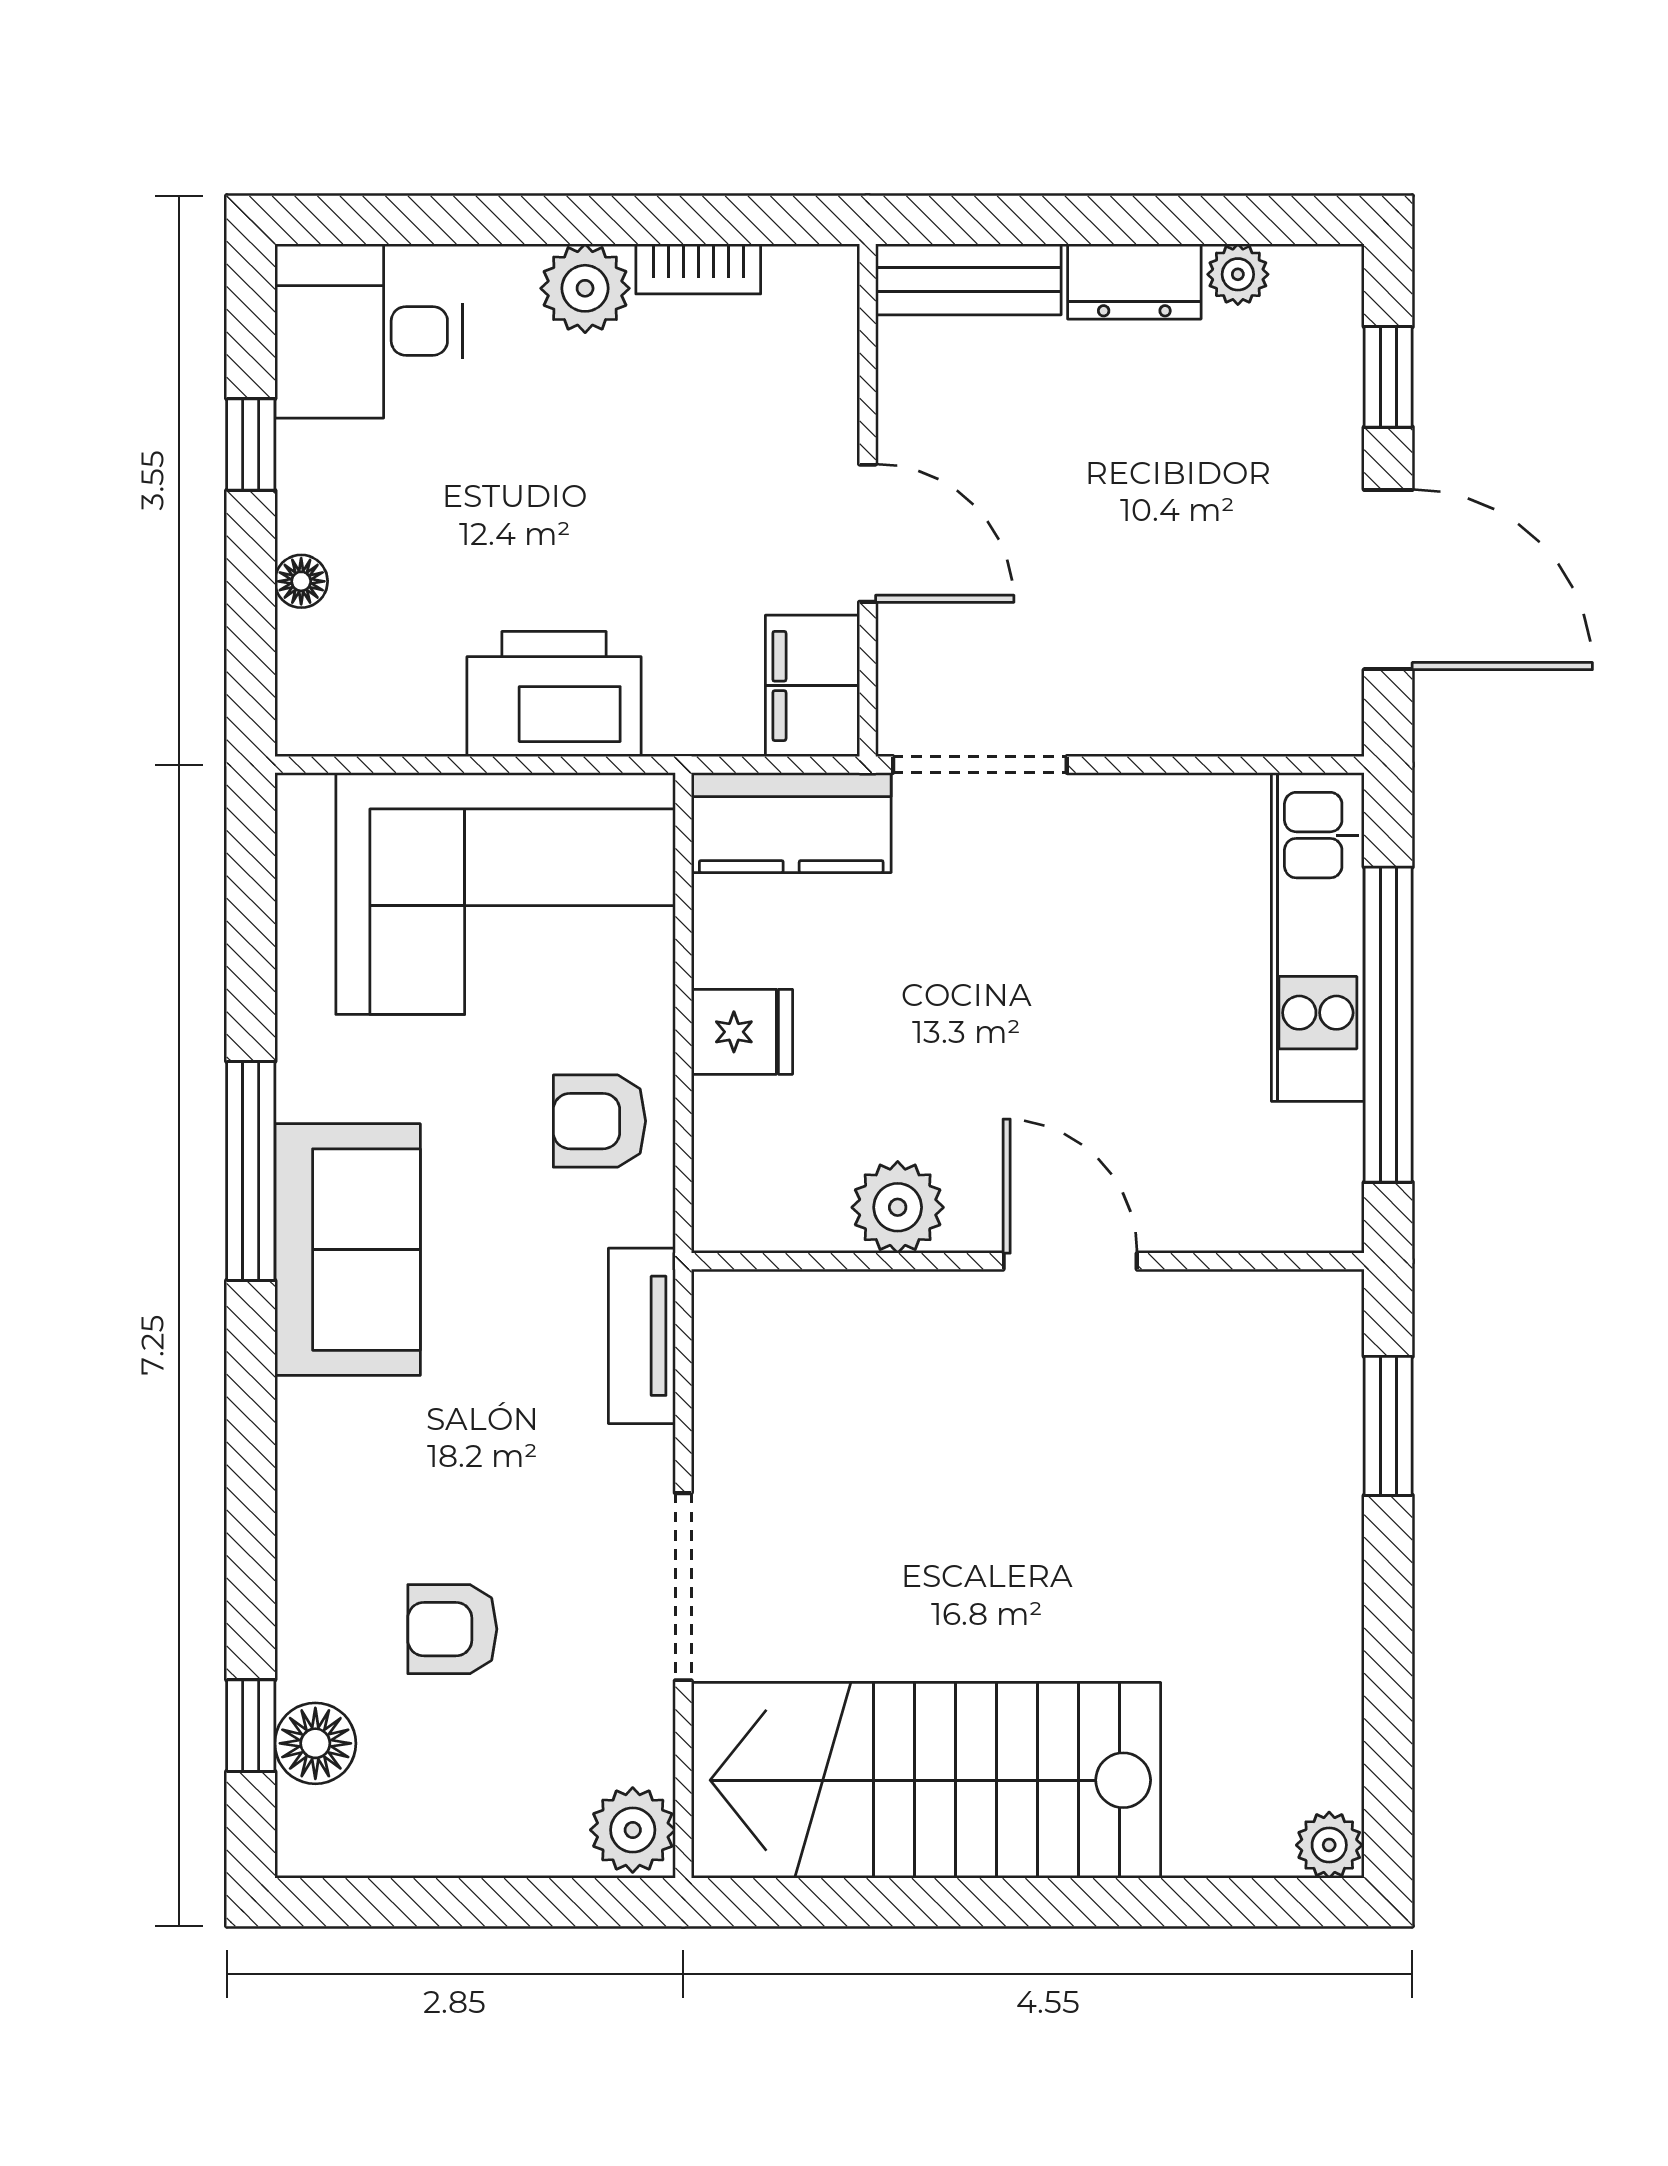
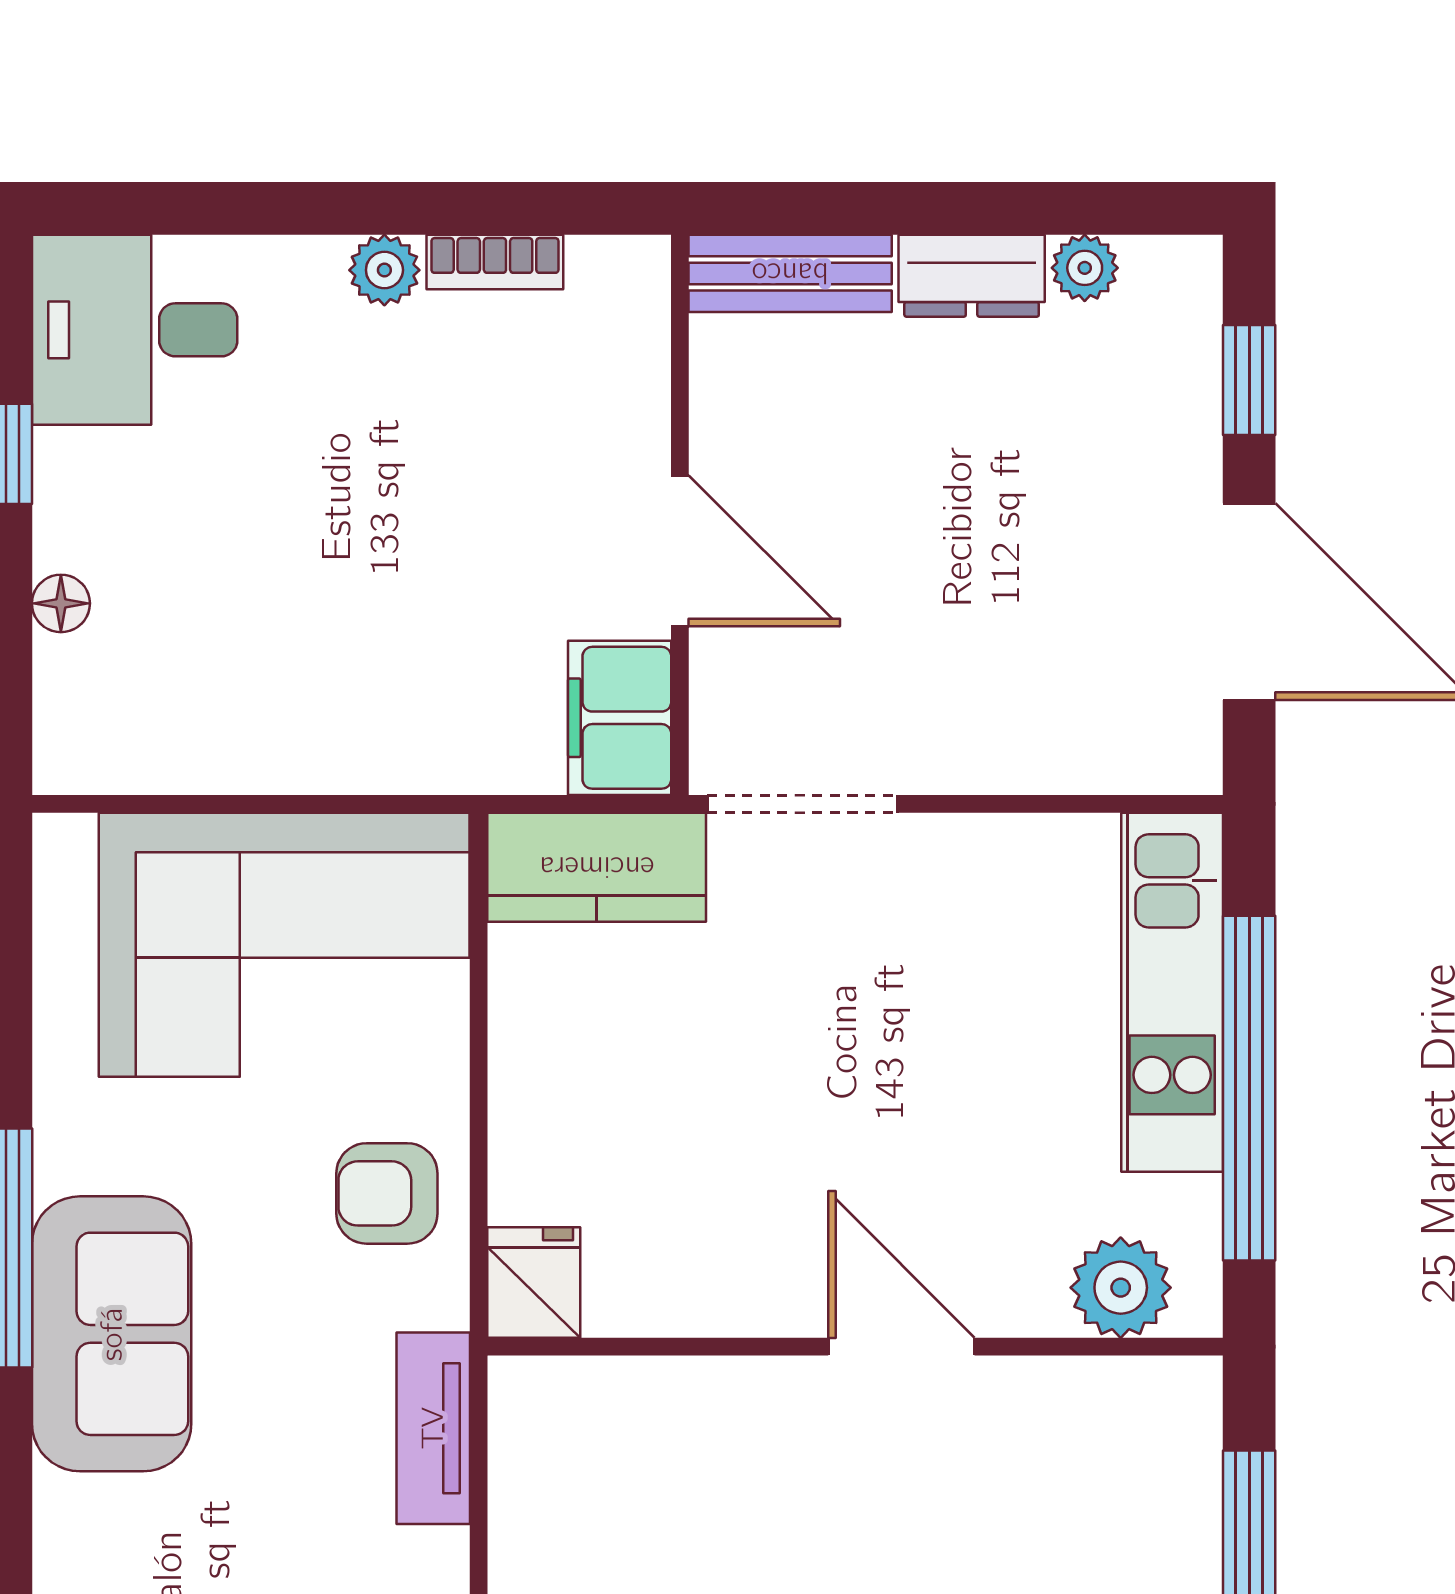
plant: (585, 288) -> (384, 270), width x0.73, depth x0.73
printer: (554, 694) -> (337, 727), removed
fridge: (742, 1032) -> (534, 1283), moved, turned -90
plant: (898, 1207) -> (1121, 1288), moved

